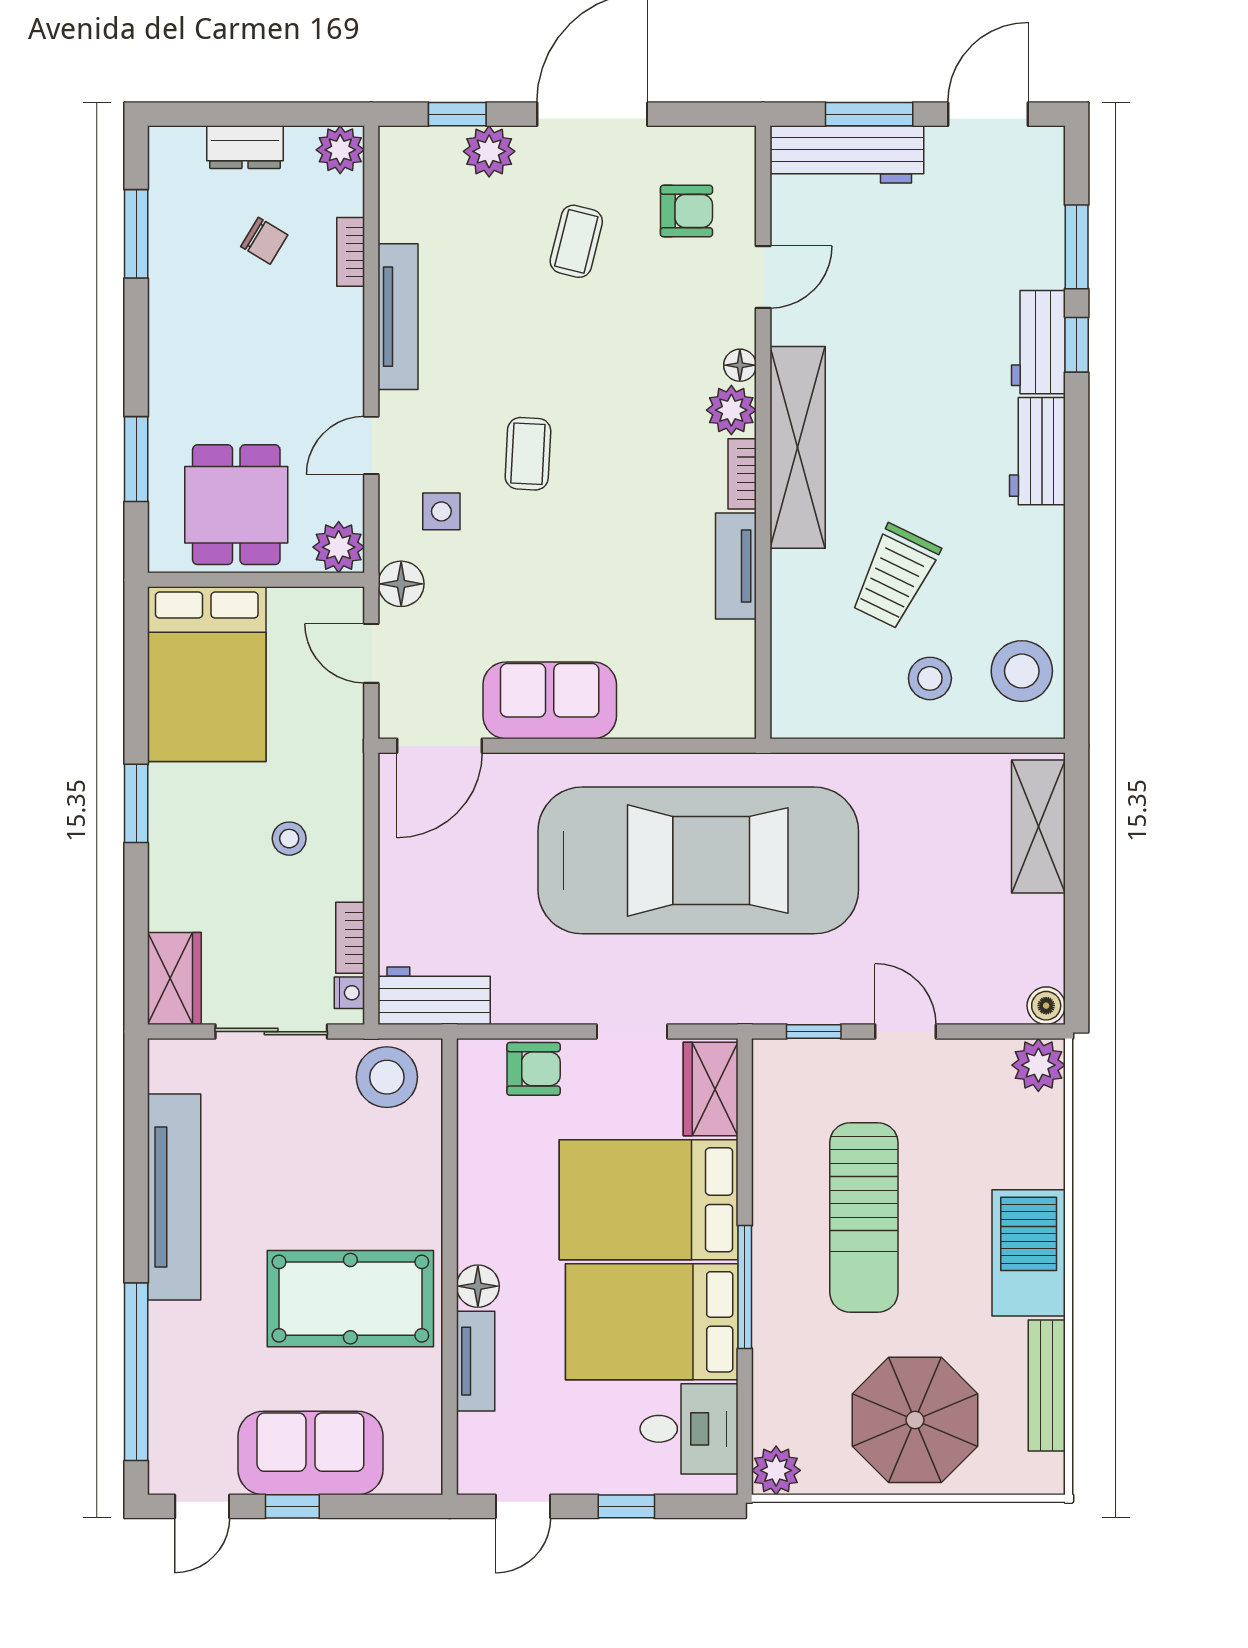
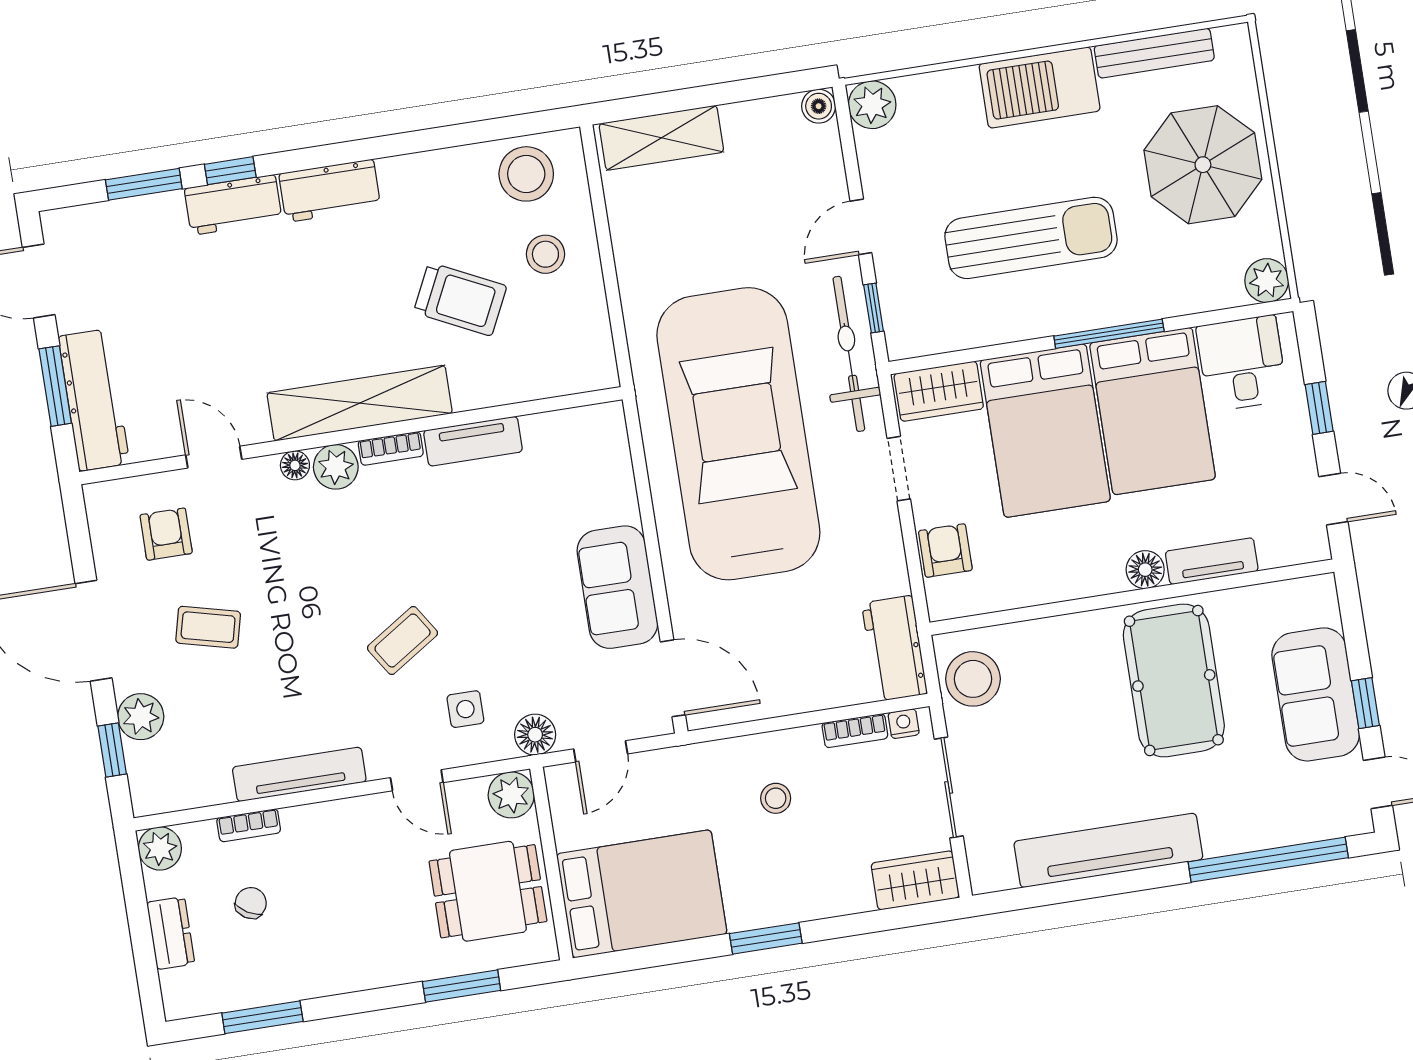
coffee table: (528, 454) -> (403, 641), turned -36
bicycle: (767, 996) -> (849, 354), added

